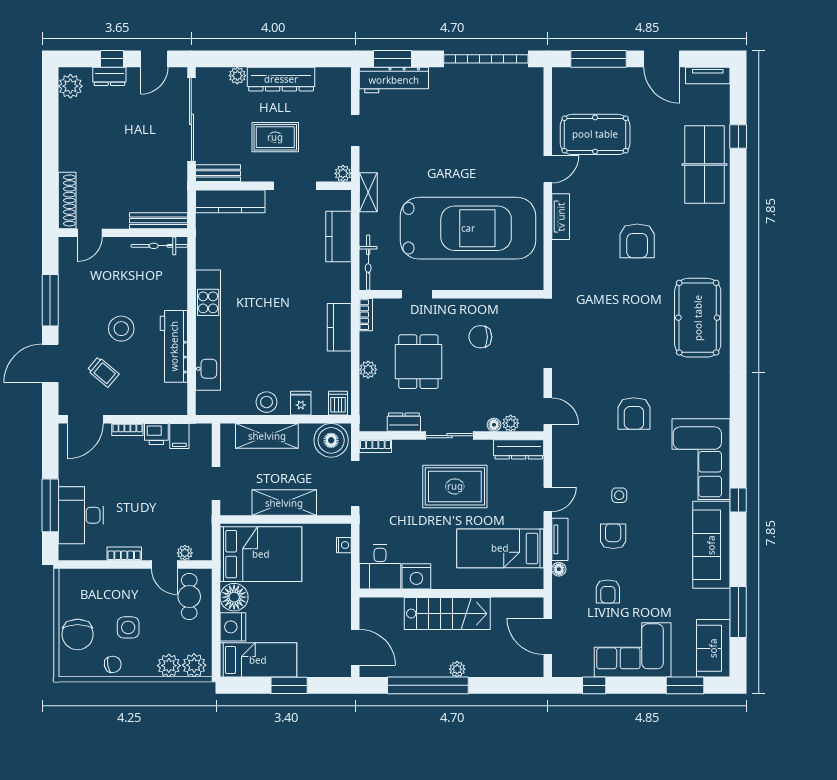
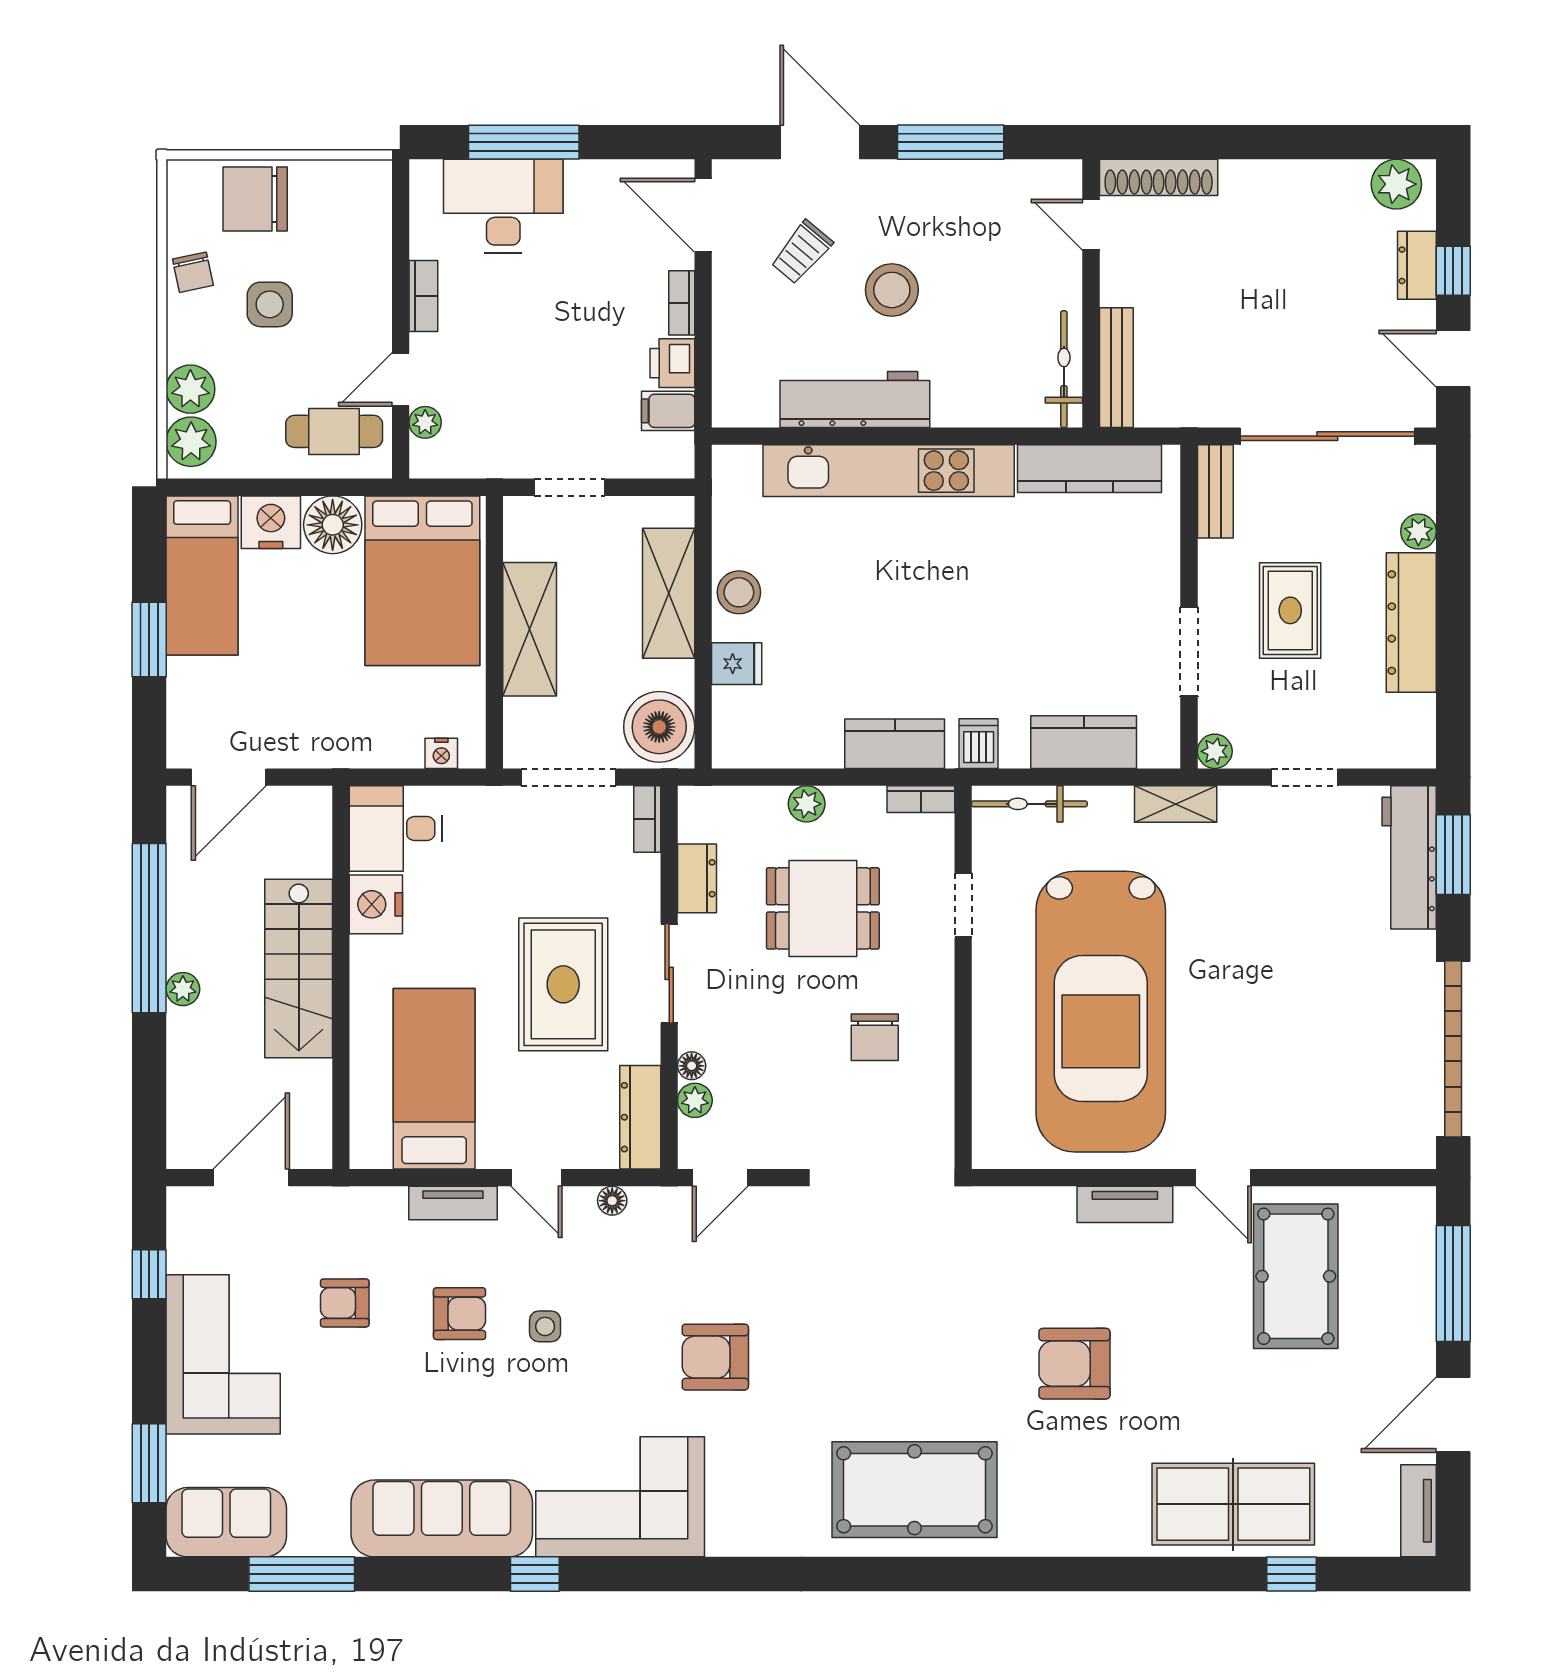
kitchen counter: (230, 201) -> (1089, 469), moved, turned -90
chair: (480, 337) -> (875, 1037), turned 180
dishwasher: (338, 403) -> (979, 744), moved, turned -90
floor lamp: (559, 569) -> (612, 1201), moved

